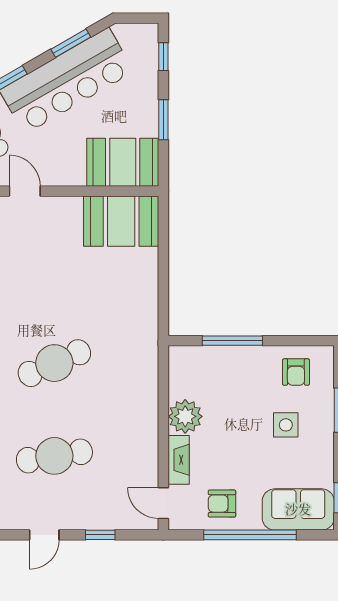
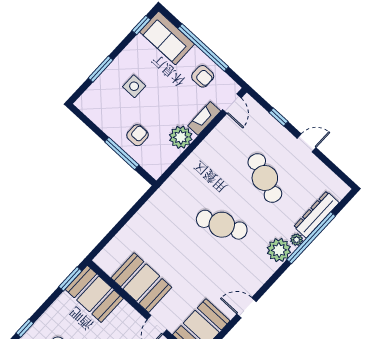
window: (163, 120) -> (70, 279), moved
booth: (121, 221) -> (141, 283), moved
armchair: (296, 372) -> (138, 135), moved
cafe table: (54, 456) -> (265, 178), turned 30

